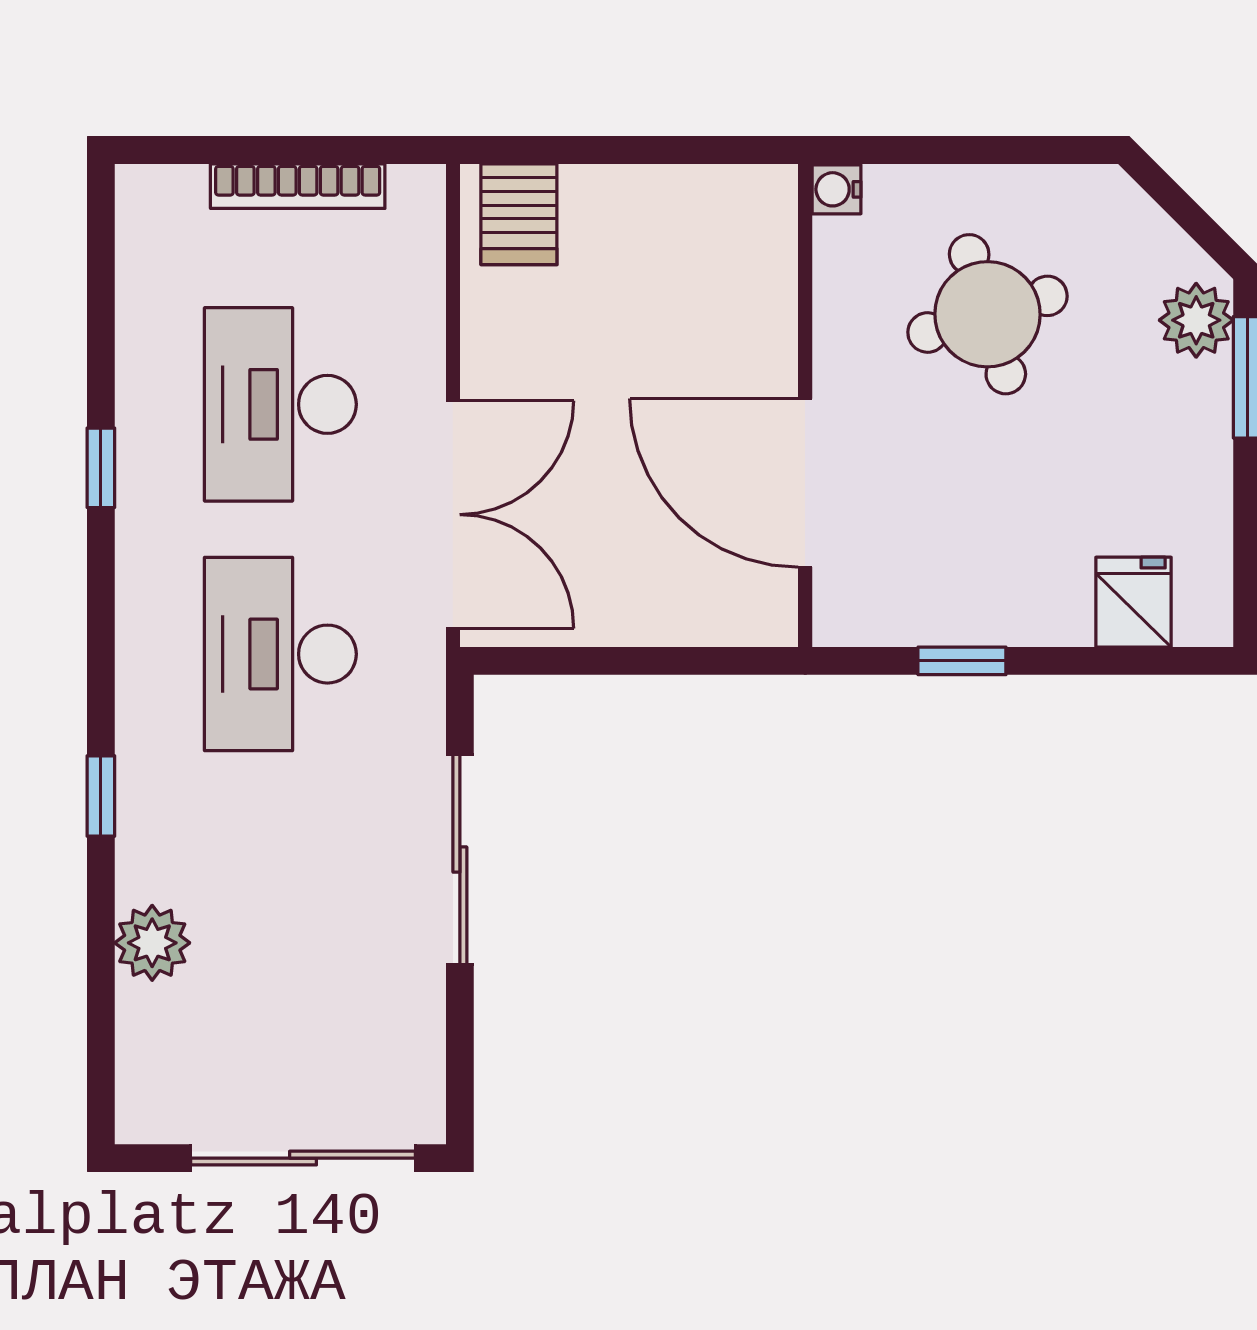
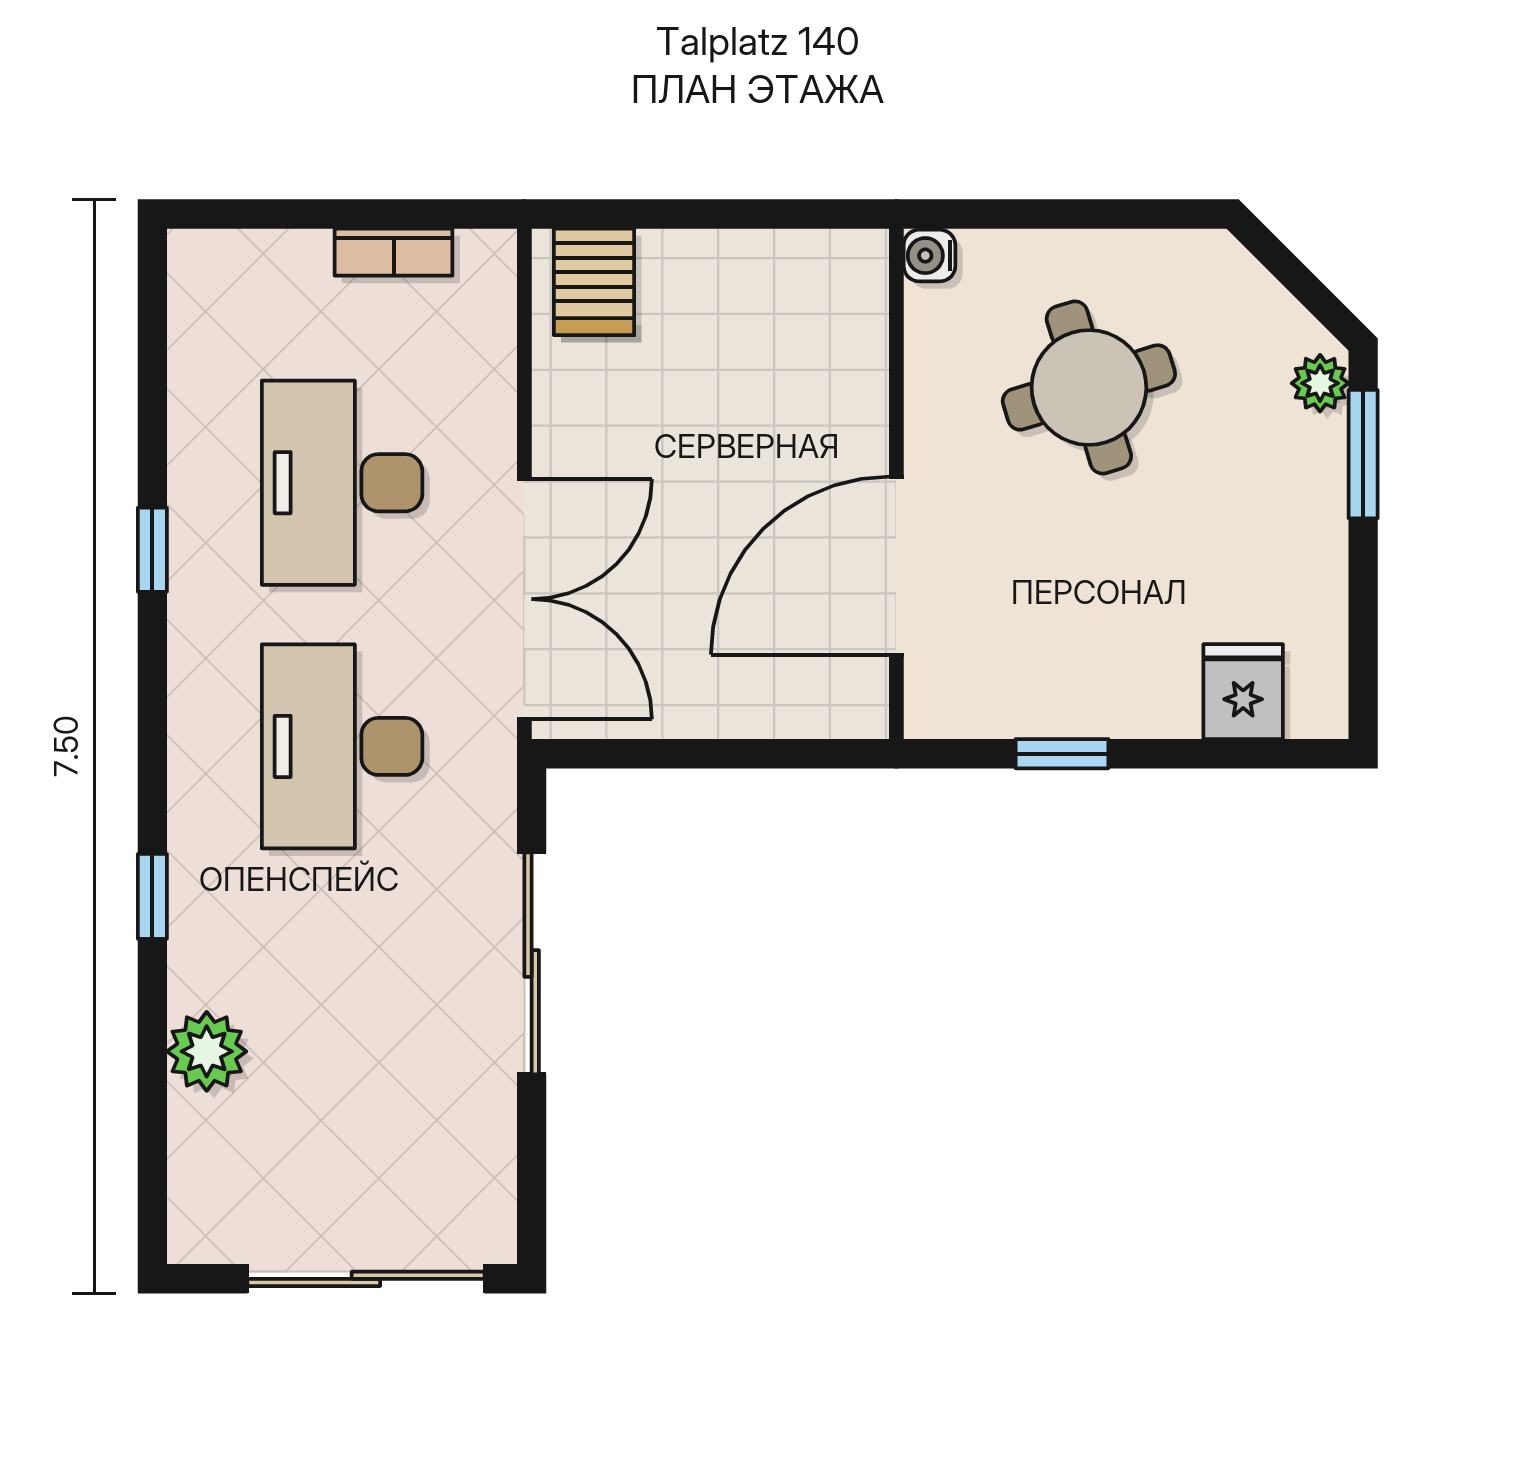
bookcase: (298, 186) -> (394, 252), width x0.64
plant: (1196, 320) -> (1320, 383), width x0.73, depth x0.73
door: (805, 483) -> (896, 566), hinge flipped

